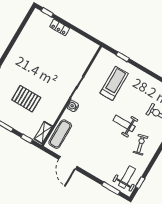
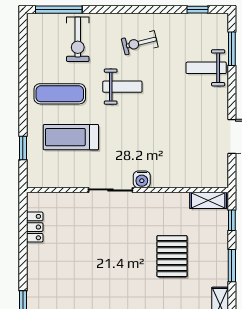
locker: (60, 27) -> (35, 227), moved
weight bench: (124, 123) -> (122, 87), turned -90
exercise mat: (60, 134) -> (60, 94), moved
weight bench: (127, 177) -> (206, 68), moved

